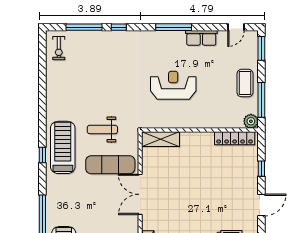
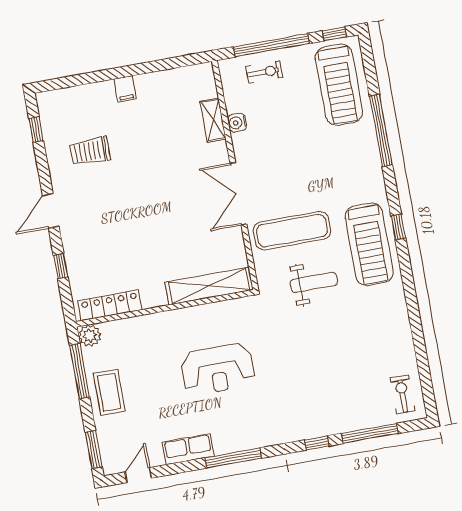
shelving: (161, 139) -> (209, 286), width x1.47
double door: (140, 194) -> (238, 194), swing flipped

